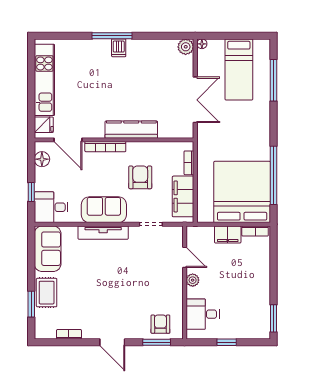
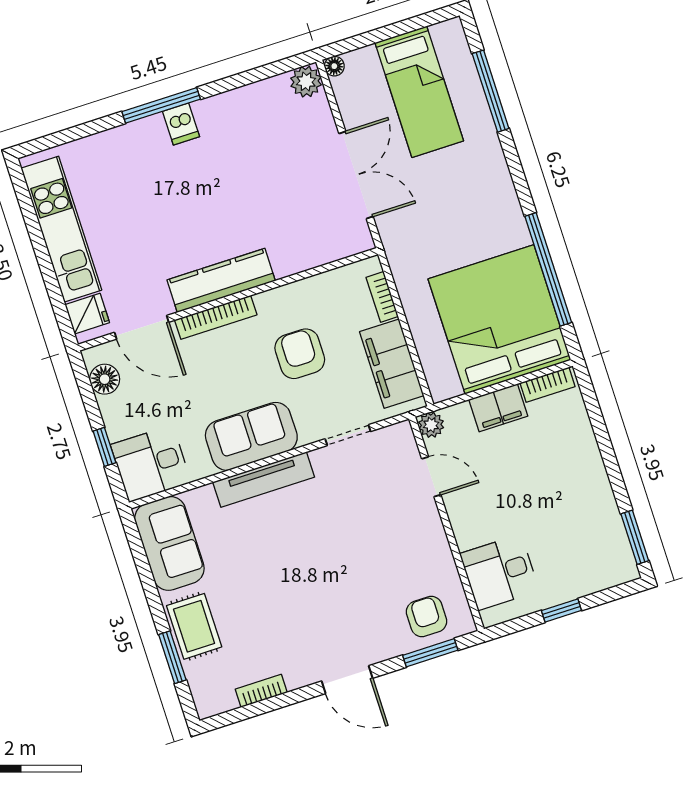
kitchen counter: (131, 130) -> (221, 280), moved
plant: (193, 280) -> (431, 425), moved

